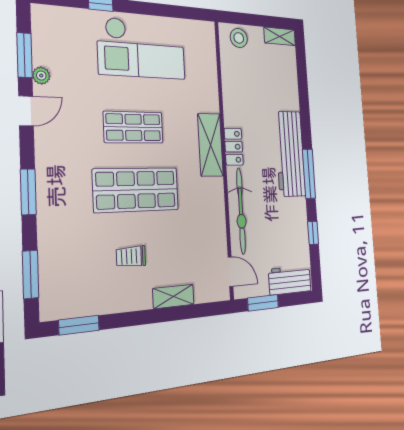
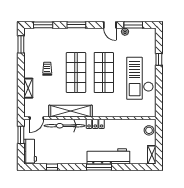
shop shelf: (133, 127) -> (104, 73), width x1.43, depth x1.36
shelving: (210, 145) -> (71, 111), moved, width x1.47
workbench: (290, 154) -> (108, 156), moved
window: (309, 174) -> (99, 167), moved

